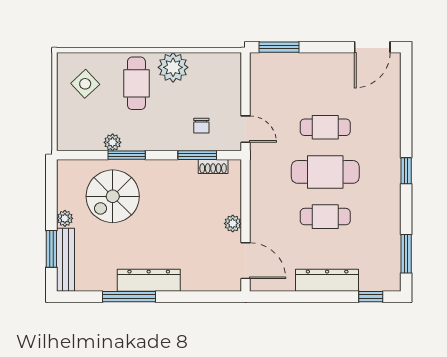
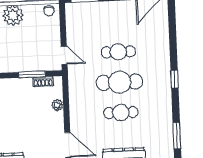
chair: (201, 126) -> (49, 11), moved
plant: (233, 223) -> (57, 105), moved

